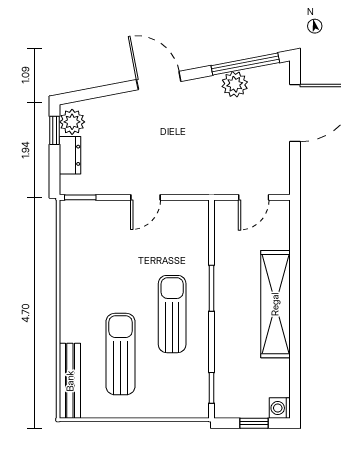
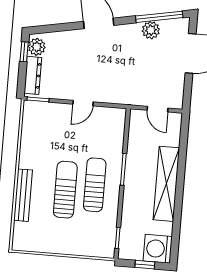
dresser: (70, 155) -> (33, 75), width x1.44
door: (254, 197) -> (157, 109), hinge flipped
sun lounger: (121, 354) -> (65, 190), moved
bench: (70, 381) -> (23, 195), moved
washing machine: (280, 408) -> (158, 249), width x1.89, depth x1.89

